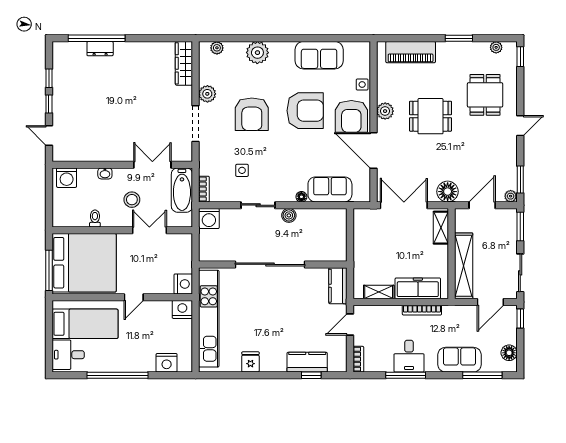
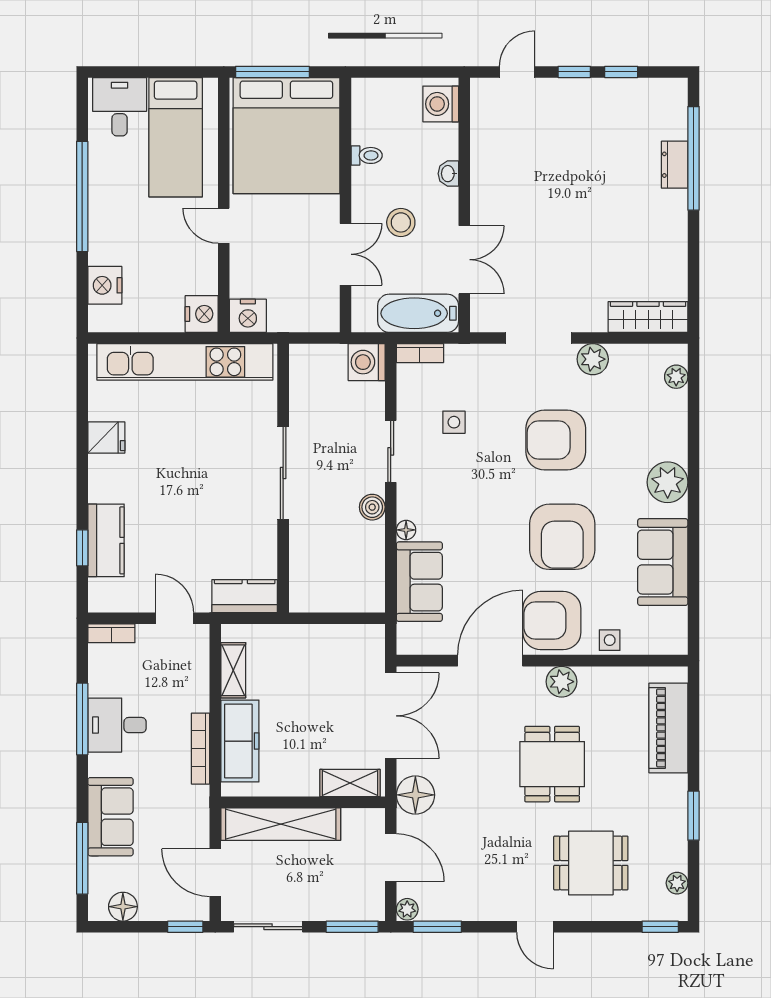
plant: (257, 53) -> (668, 482), moved
sliding door: (270, 264) -> (283, 473), width x0.73

